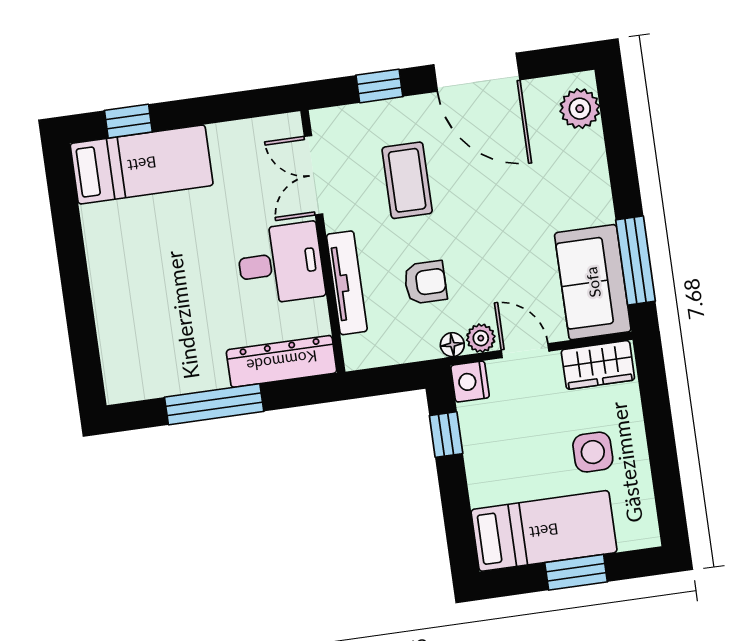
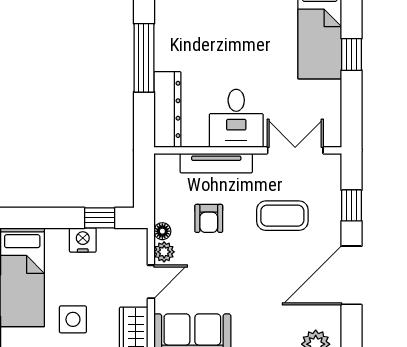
window: (128, 121) -> (351, 54), moved
nightstand: (470, 382) -> (83, 240), moved

